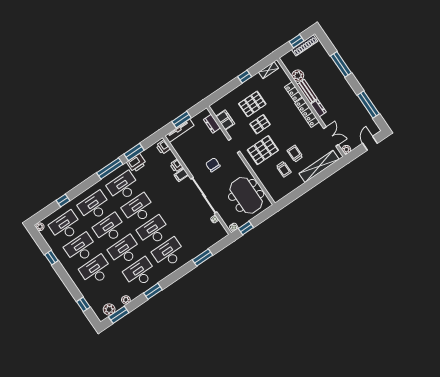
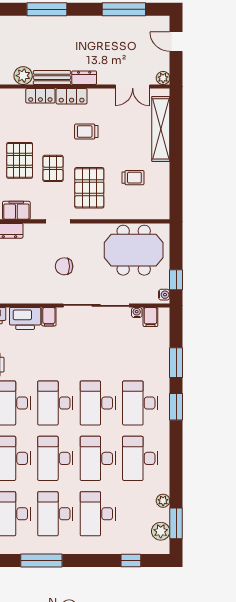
locker: (307, 112) -> (72, 96), width x0.66
double door: (331, 137) -> (133, 87), swing flipped
trolley: (295, 154) -> (86, 132), moved
printer: (176, 166) -> (25, 318), width x1.87, depth x1.48
filing cabinet: (217, 228) -> (150, 317), added
window: (51, 258) -> (41, 560), width x2.17
window: (153, 291) -> (176, 407), moved

